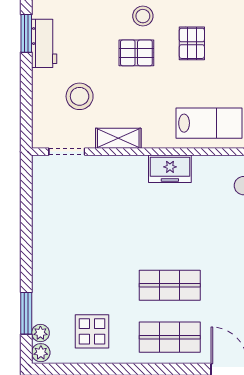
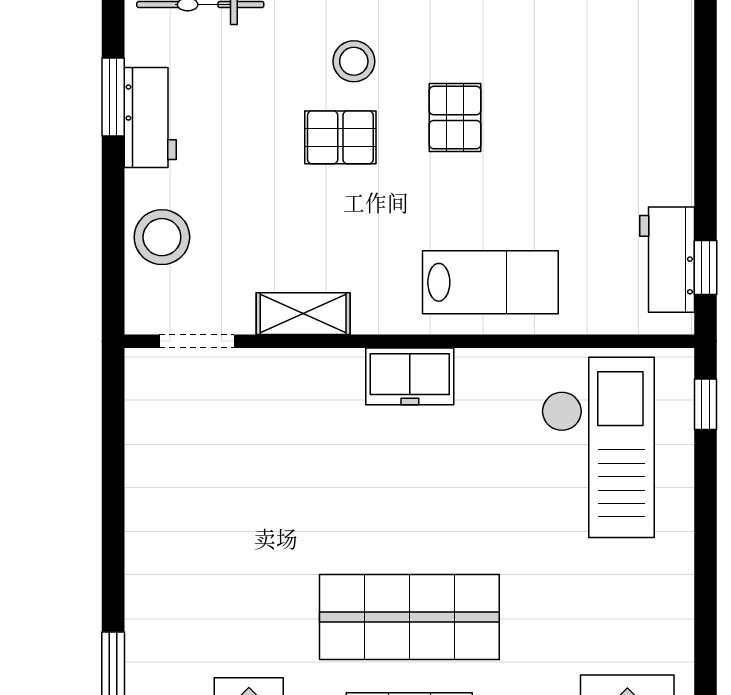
stool: (80, 96) -> (162, 237), moved
shop shelf: (170, 285) -> (409, 617), width x1.43, depth x1.36

